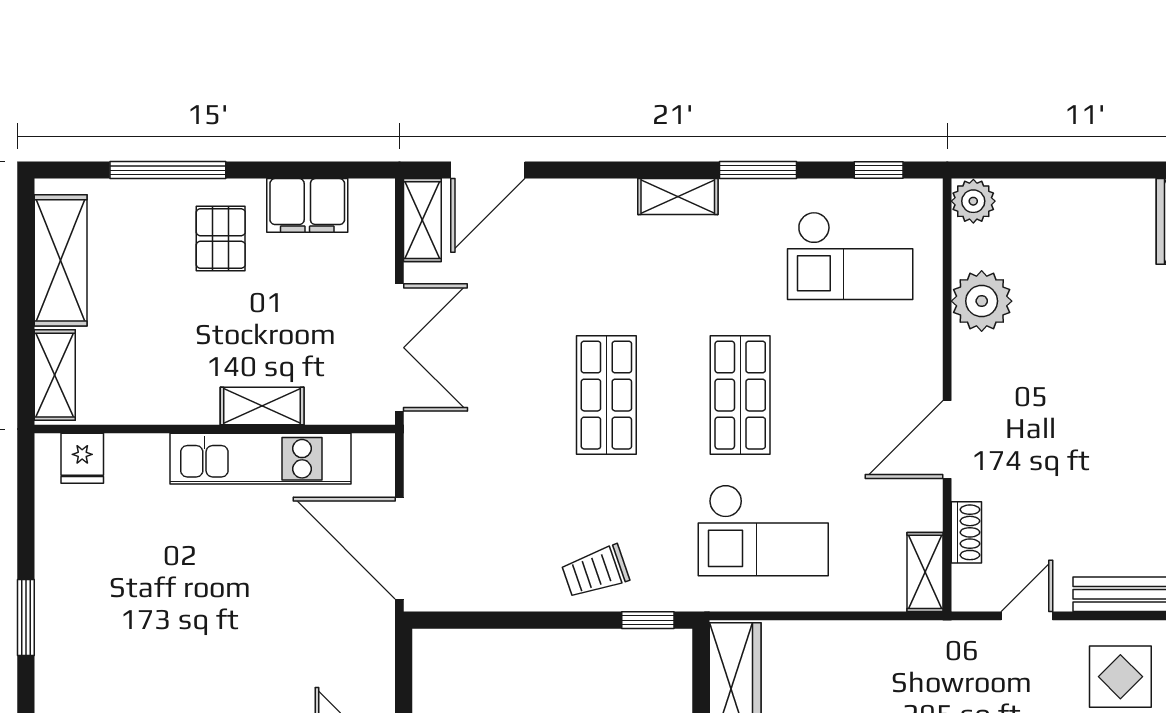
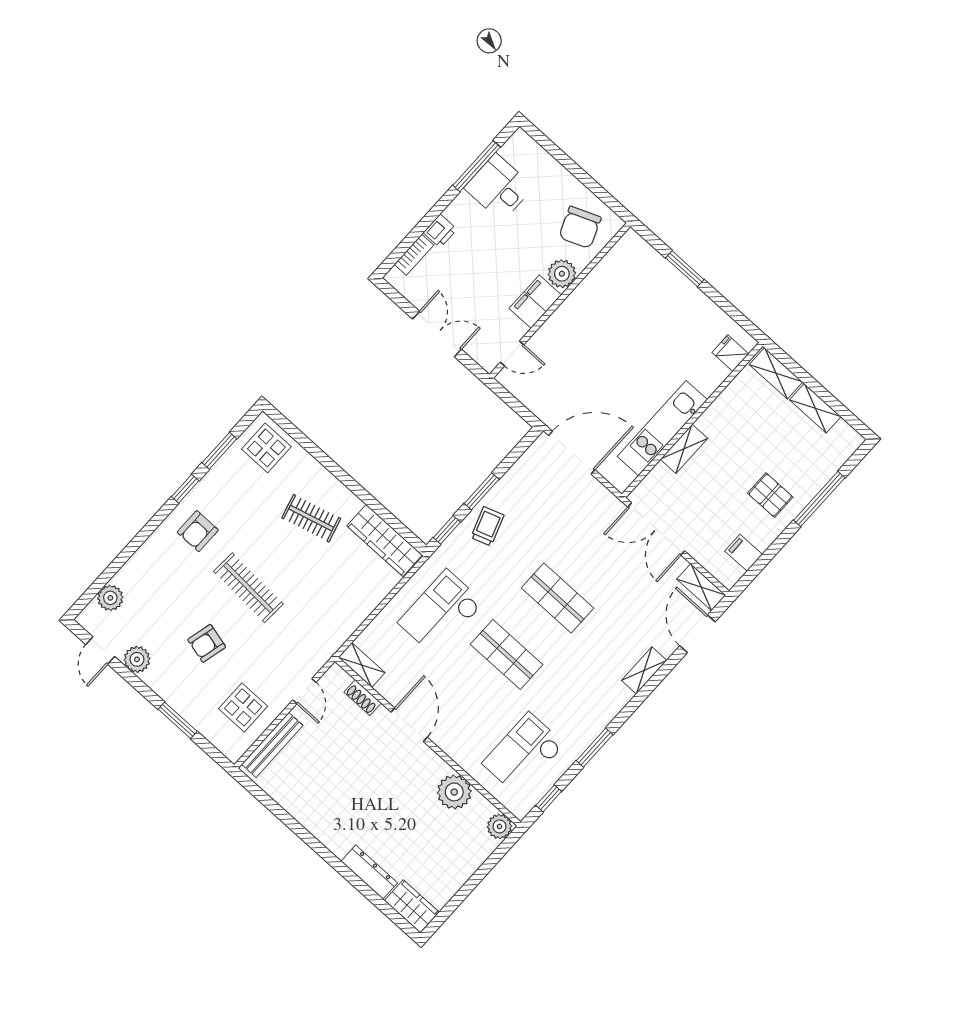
shelving: (678, 197) -> (644, 670), moved
filing cabinet: (307, 205) -> (744, 553), width x0.50
shelving: (61, 260) -> (815, 408), width x0.67, depth x0.75
window: (557, 620) -> (482, 491), added

